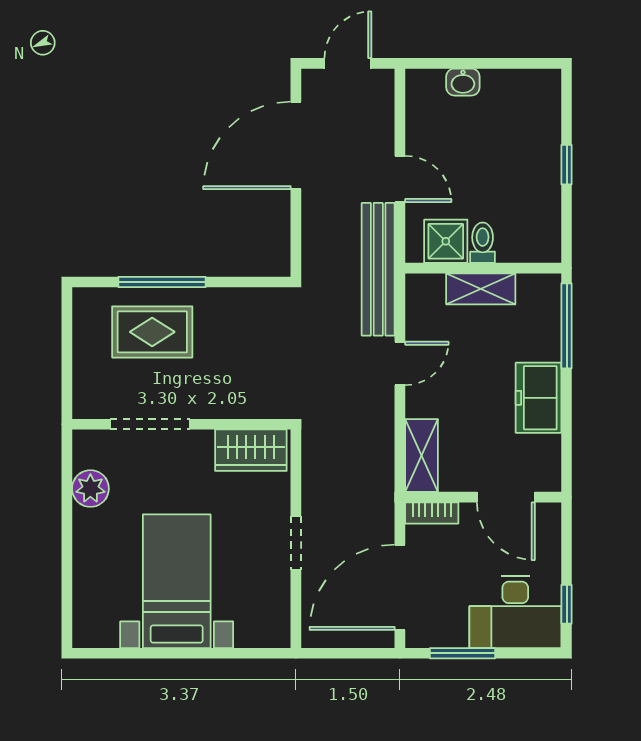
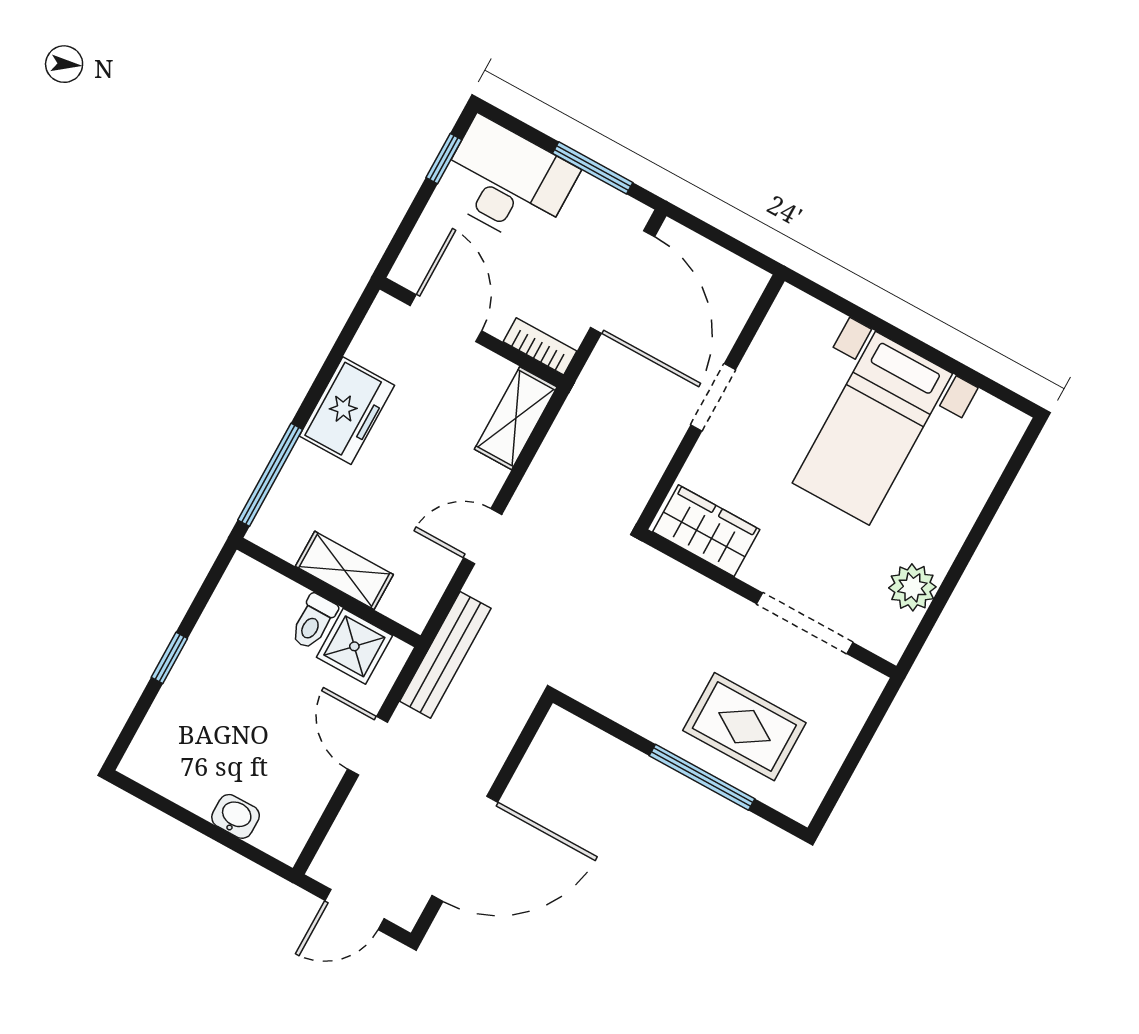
bench: (378, 269) -> (445, 655), width x0.73, depth x0.82
door: (400, 587) -> (623, 282), hinge flipped

